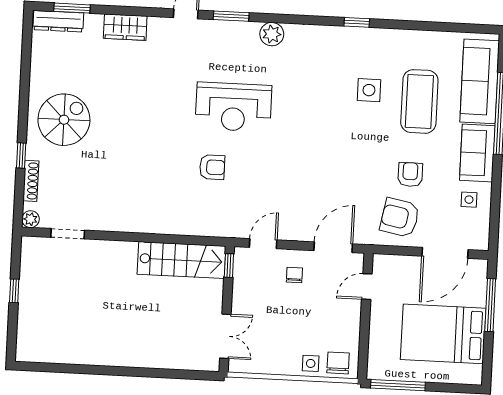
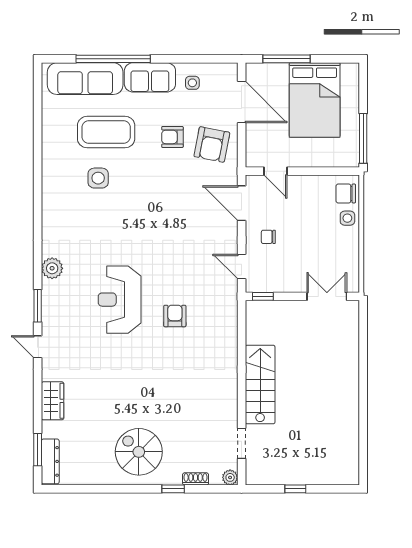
window: (357, 22) -> (38, 192), removed
reception desk: (233, 107) -> (120, 300), turned 180
shoe rack: (31, 181) -> (196, 479), width x0.70
stairs: (181, 260) -> (260, 385), moved

